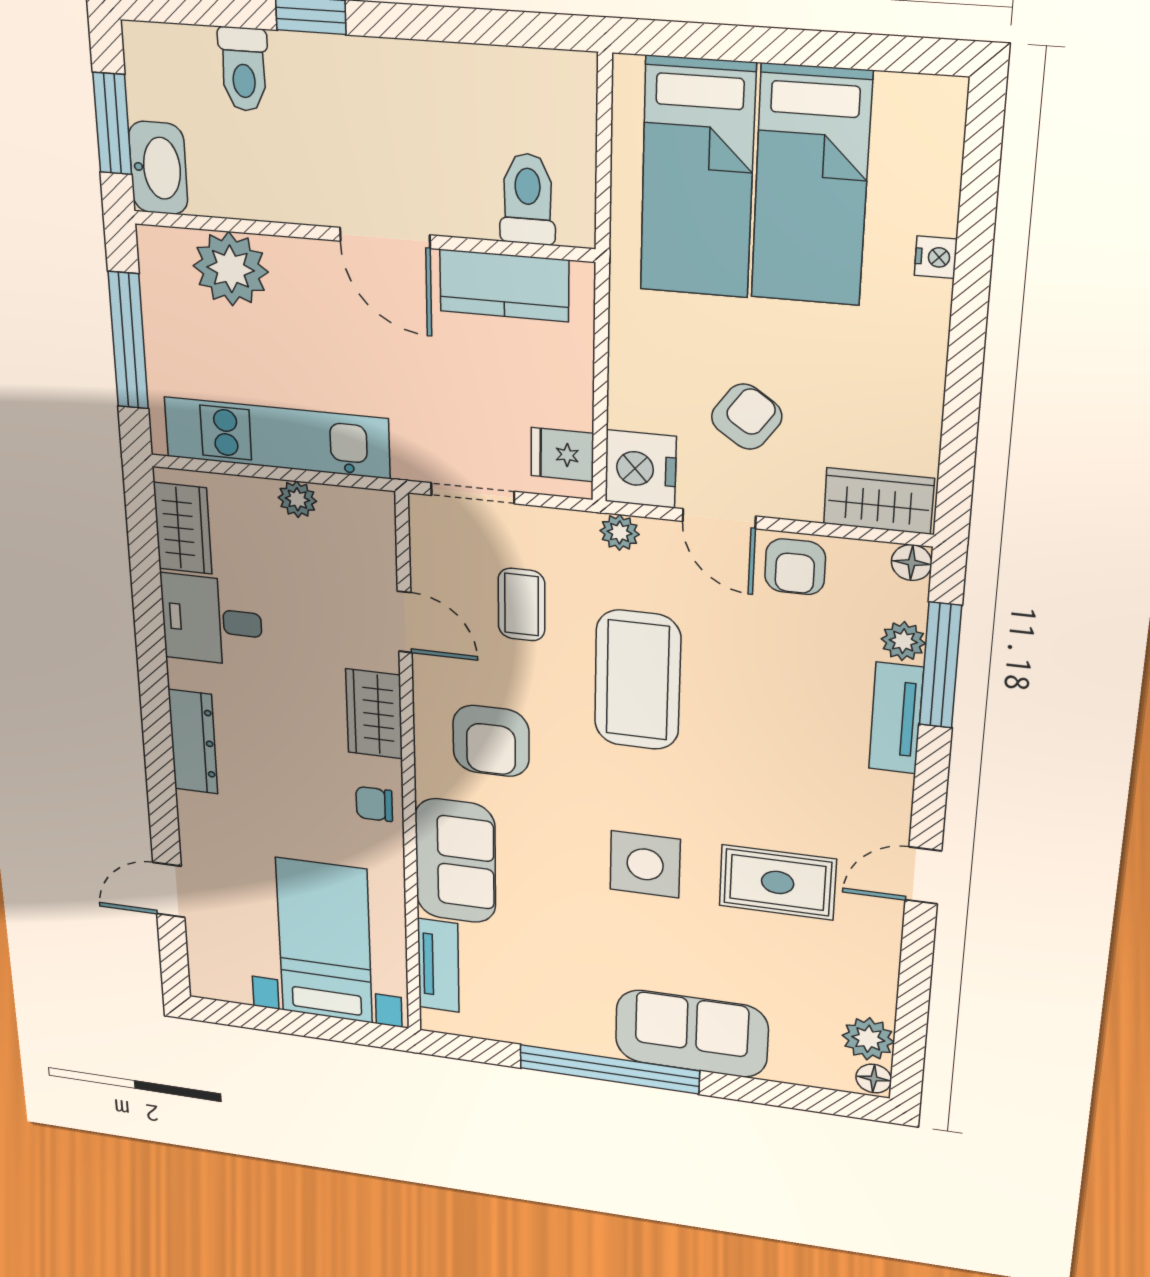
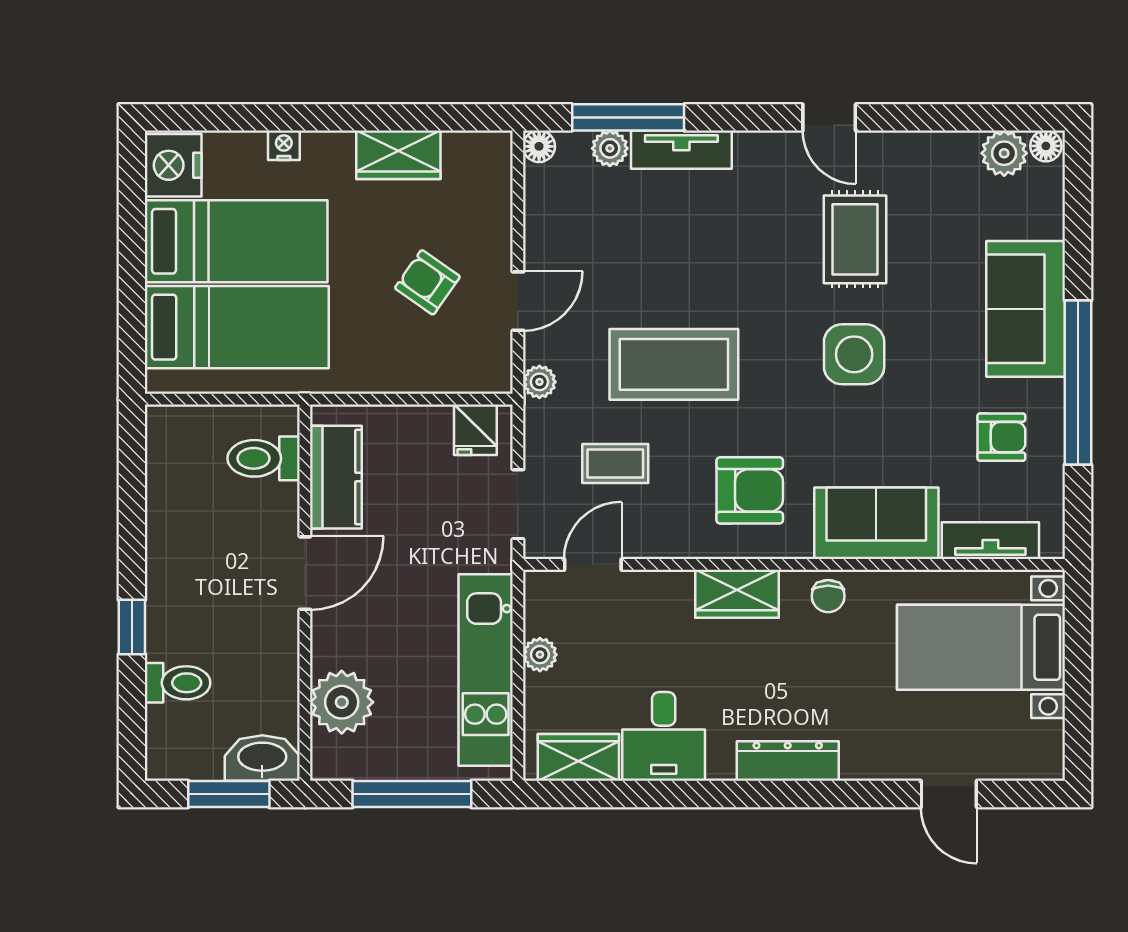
nightstand: (641, 469) -> (173, 165), moved, turned 90
wardrobe: (879, 501) -> (398, 155), moved, turned -90
armchair: (795, 567) -> (1001, 437), moved
door: (405, 622) -> (593, 564), moved

